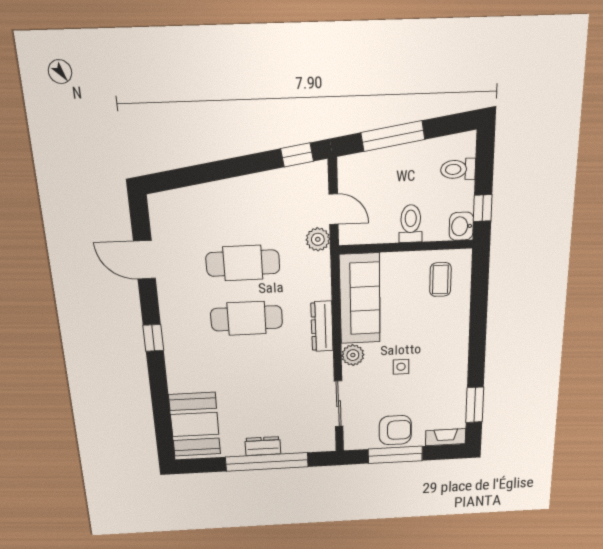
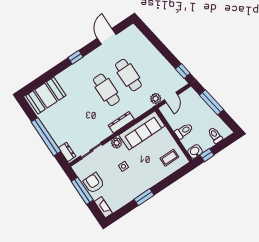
window: (475, 405) -> (144, 197), moved
armchair: (395, 430) -> (94, 183), turned 180
dresser: (263, 446) -> (67, 152), moved

